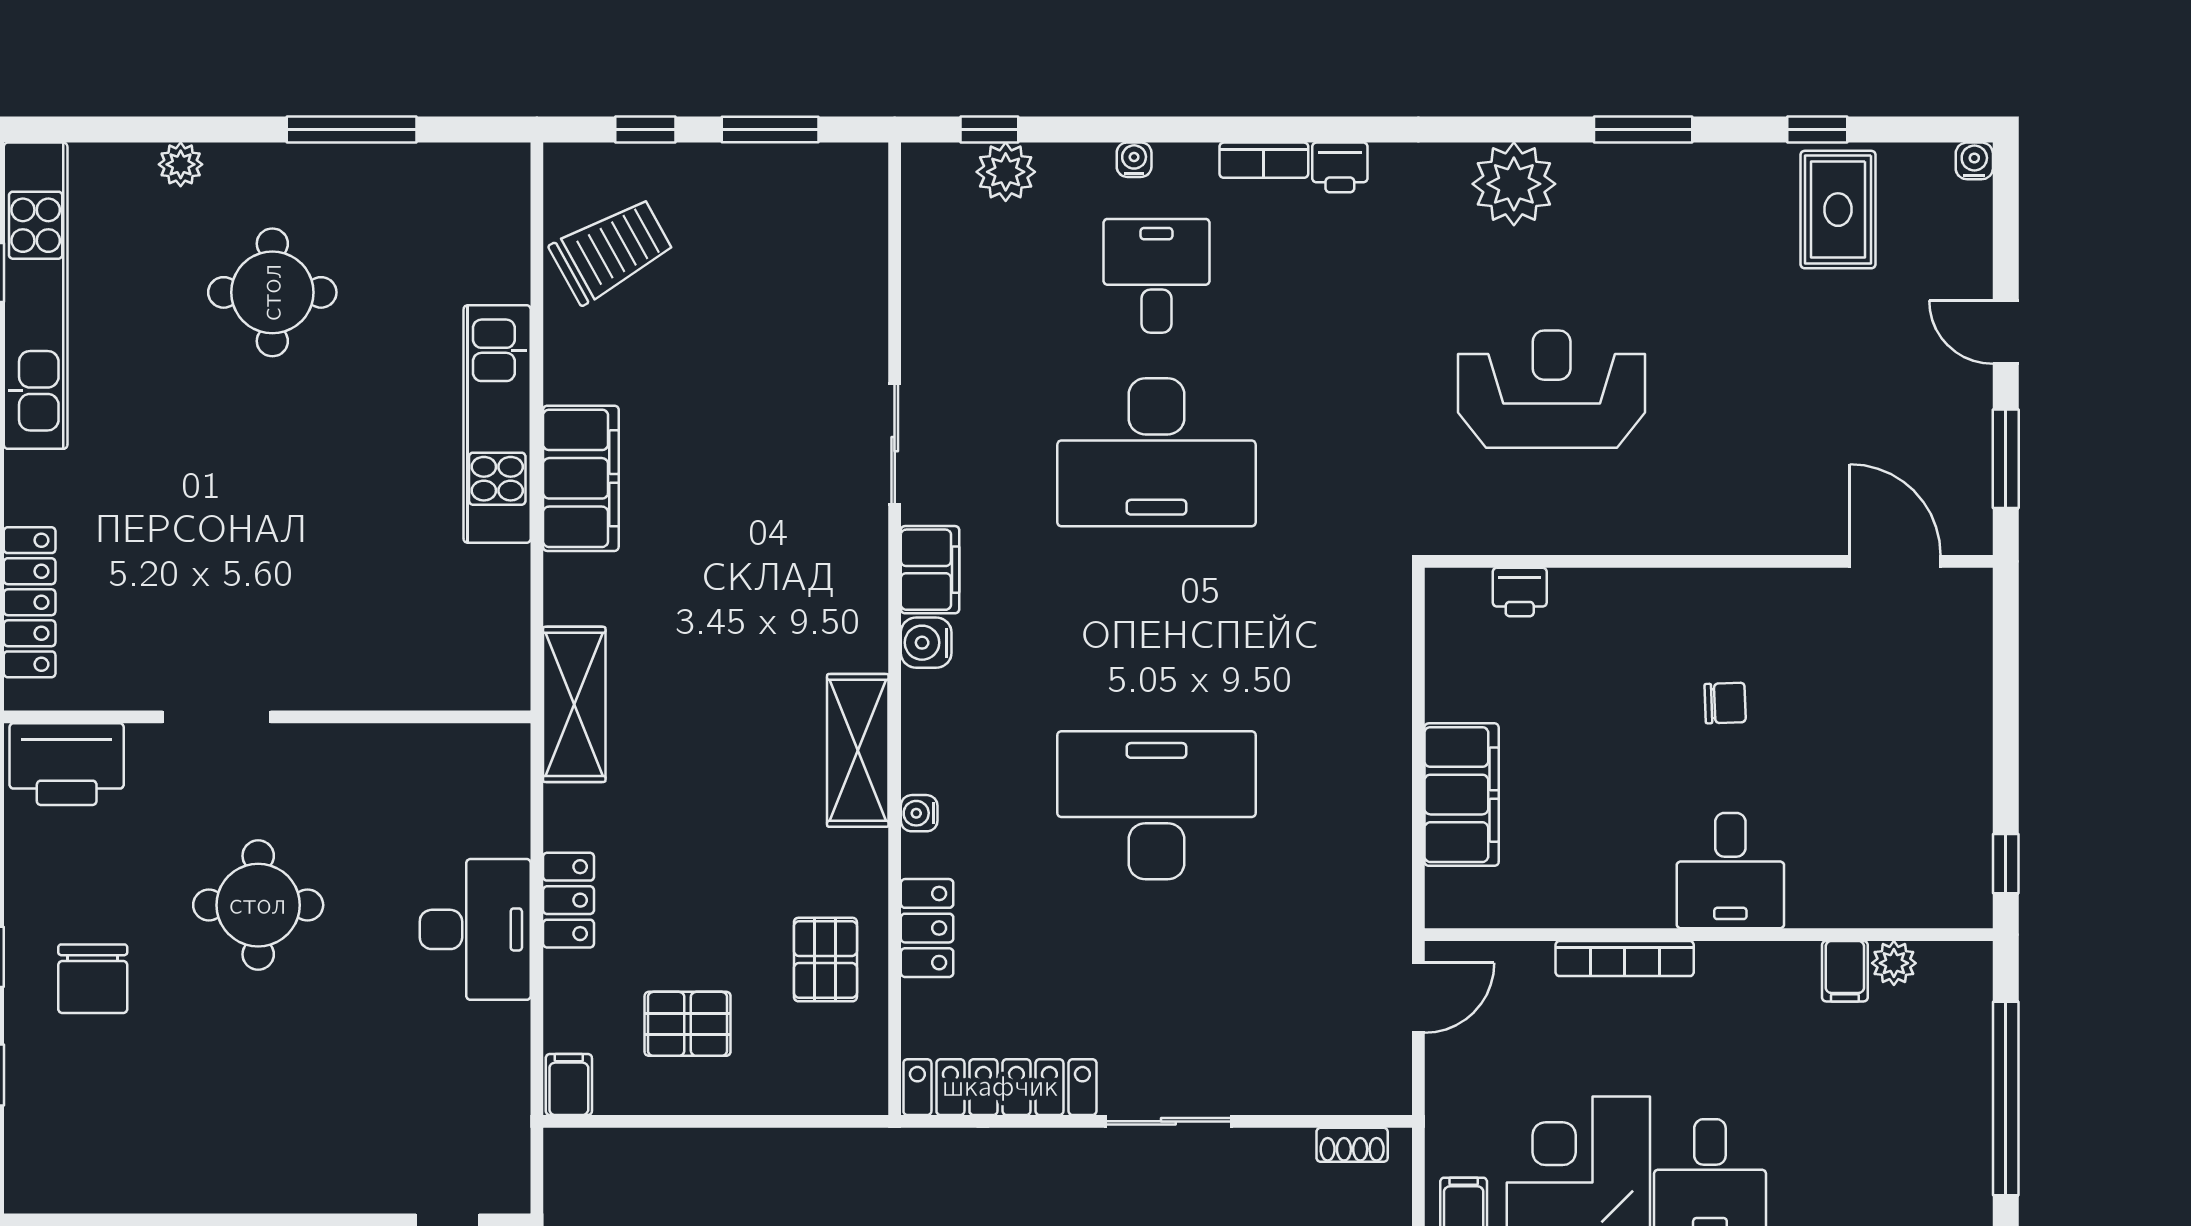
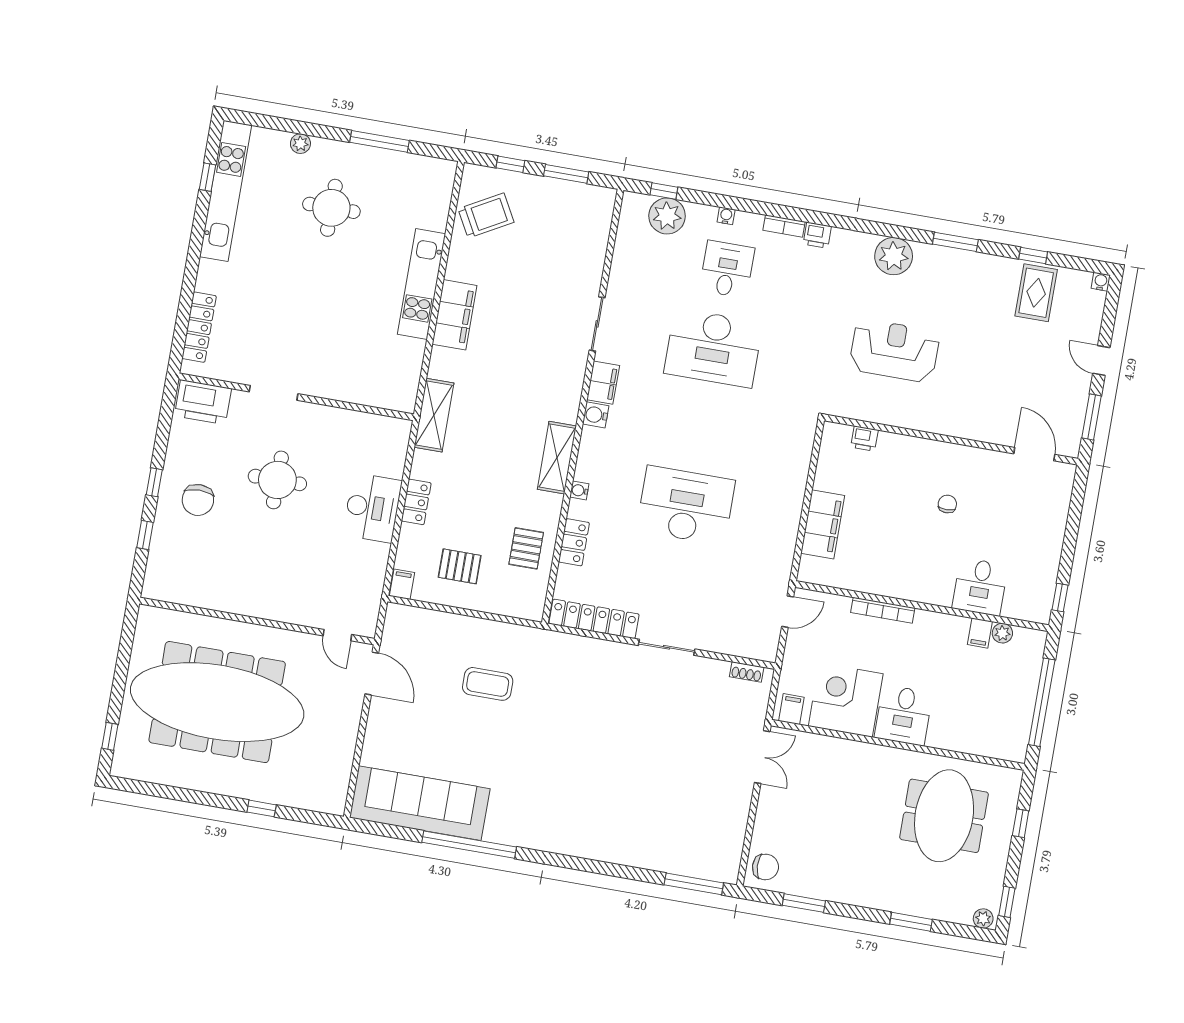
plant: (1006, 172) -> (667, 216), width x1.36, depth x1.36
chair: (1725, 703) -> (947, 504), turned -88
desk: (1730, 871) -> (980, 587), moved

